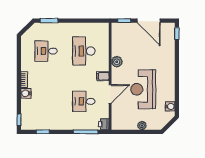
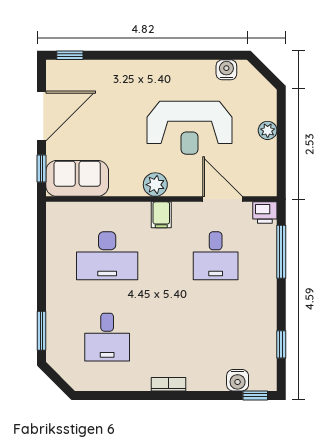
sofa: (120, 37) -> (77, 178), added
plant: (117, 62) -> (155, 185), moved
water cooler: (26, 93) -> (238, 380), moved
door: (110, 94) -> (222, 199), moved

